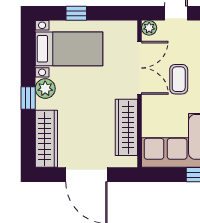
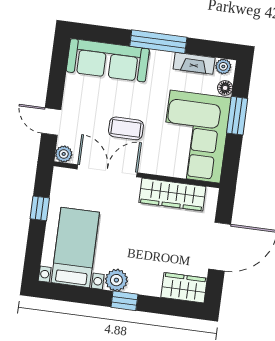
window: (76, 13) -> (40, 208), moved
wardrobe: (46, 139) -> (184, 288), width x0.67

